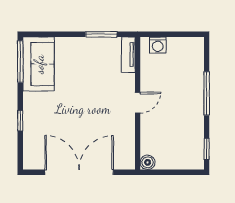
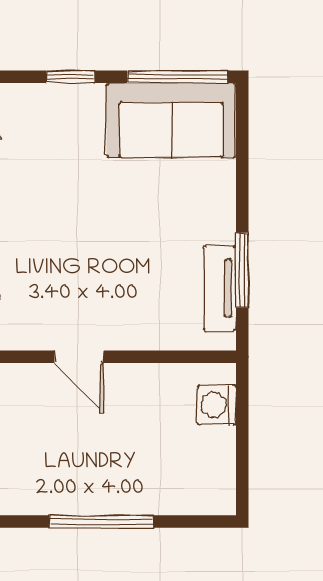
tv unit: (128, 55) -> (220, 288), moved, turned -90
window: (20, 121) -> (70, 77), moved

